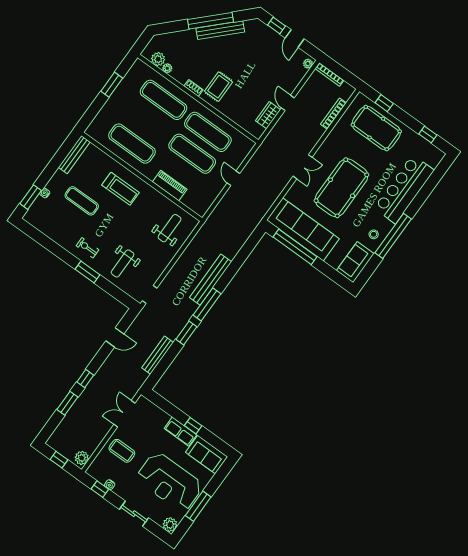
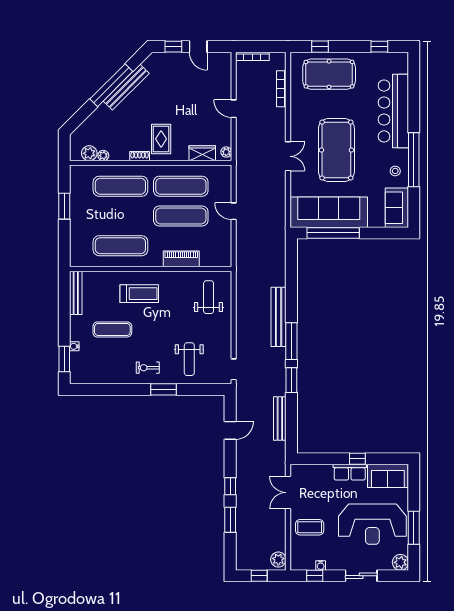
plant: (308, 64) -> (226, 152), moved
wardrobe: (268, 115) -> (202, 153), moved, turned 90

